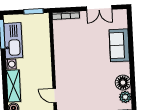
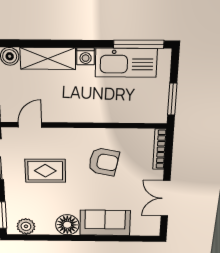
armchair: (76, 49) -> (104, 162), added
floor lamp: (123, 83) -> (67, 225), moved
rug: (85, 85) -> (45, 171), added

